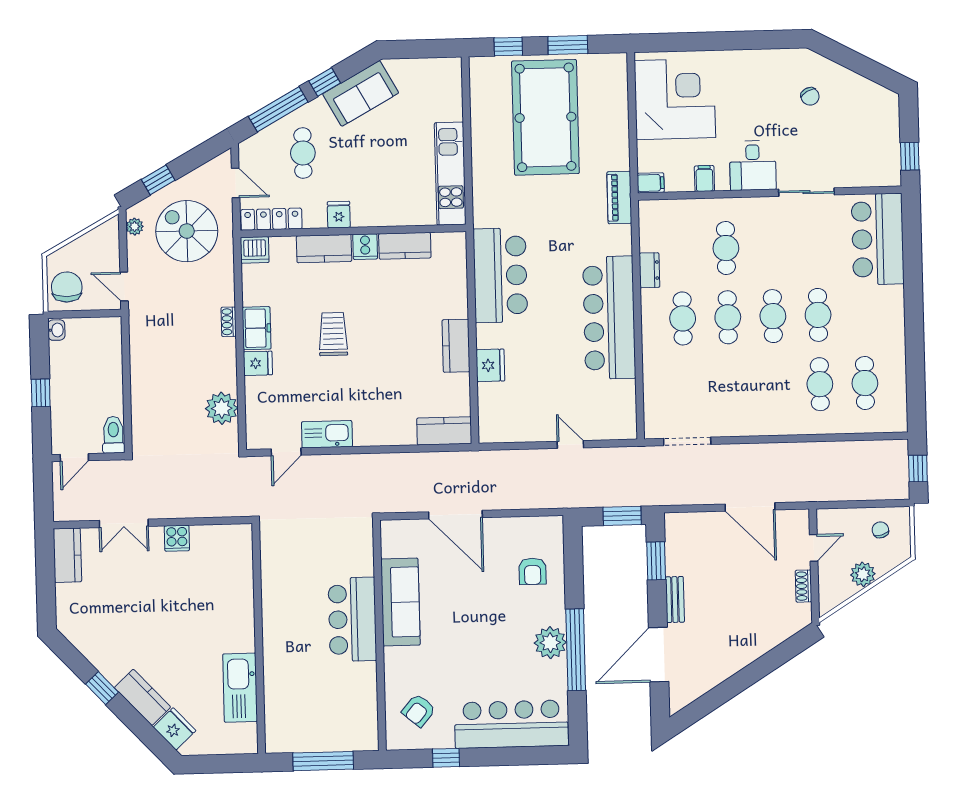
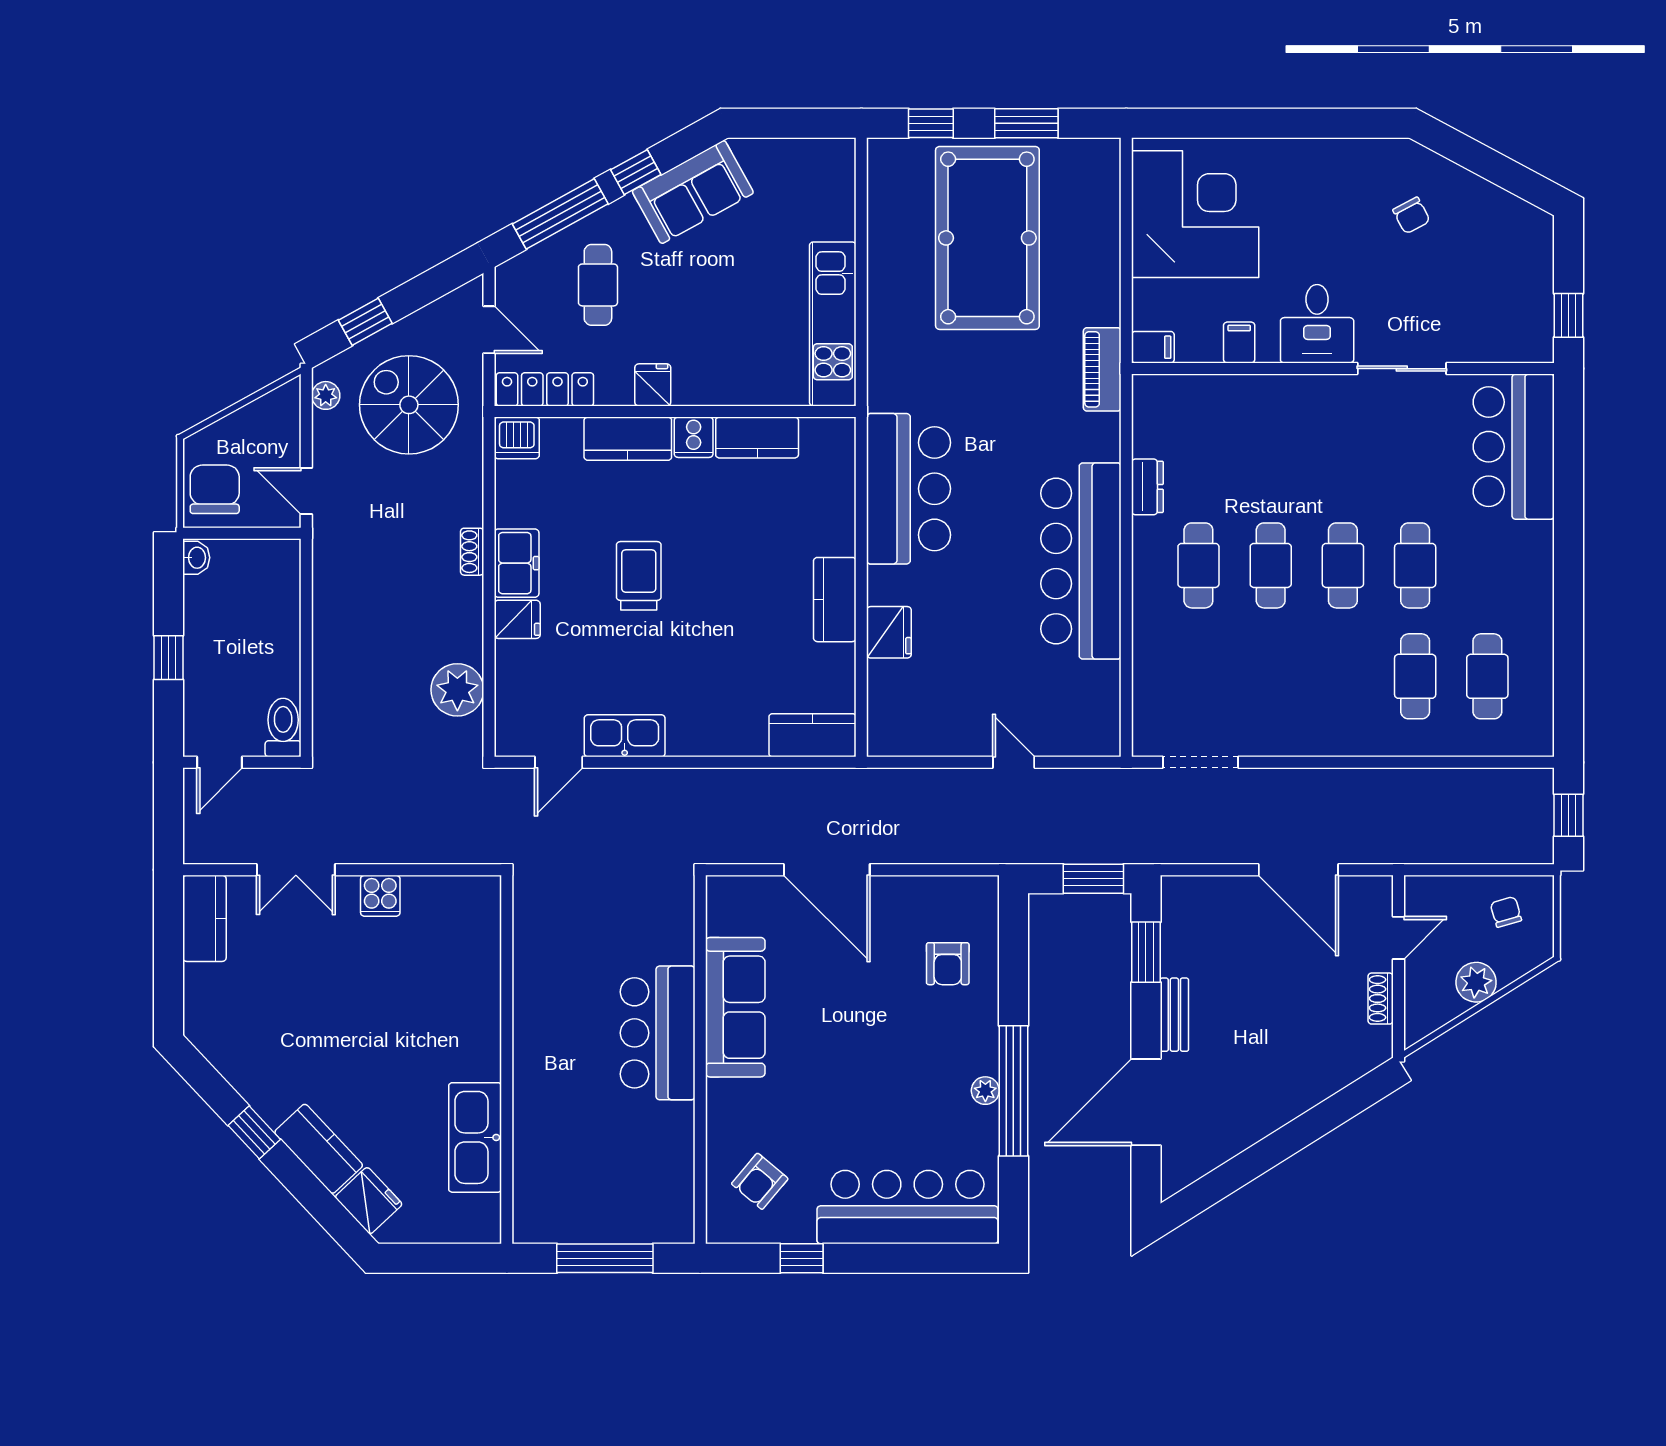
cafe table: (726, 248) -> (1271, 455), removed
plant: (550, 643) -> (985, 1091), width x0.53, depth x0.53

